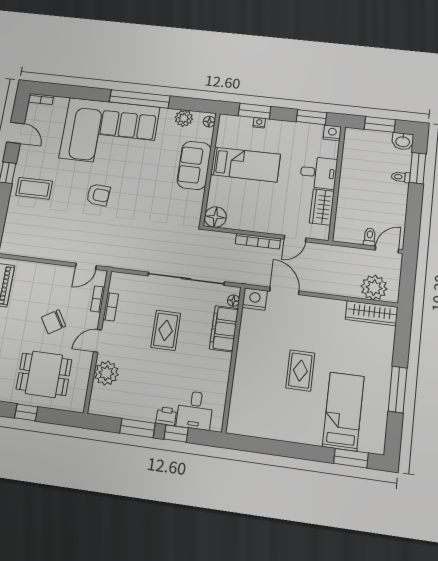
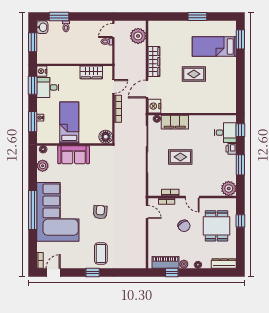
window: (140, 99) -> (33, 210), moved
door: (15, 133) -> (53, 273), moved
desk: (319, 173) -> (48, 87), moved, turned -90
door: (295, 239) -> (113, 86), hinge flipped
door: (387, 250) -> (113, 30), hinge flipped
wardrobe: (372, 313) -> (154, 62), moved
plant: (106, 373) -> (229, 188), moved
window: (398, 389) -> (197, 17), width x0.69
window: (26, 412) -> (240, 221), moved
window: (176, 433) -> (240, 130), moved

